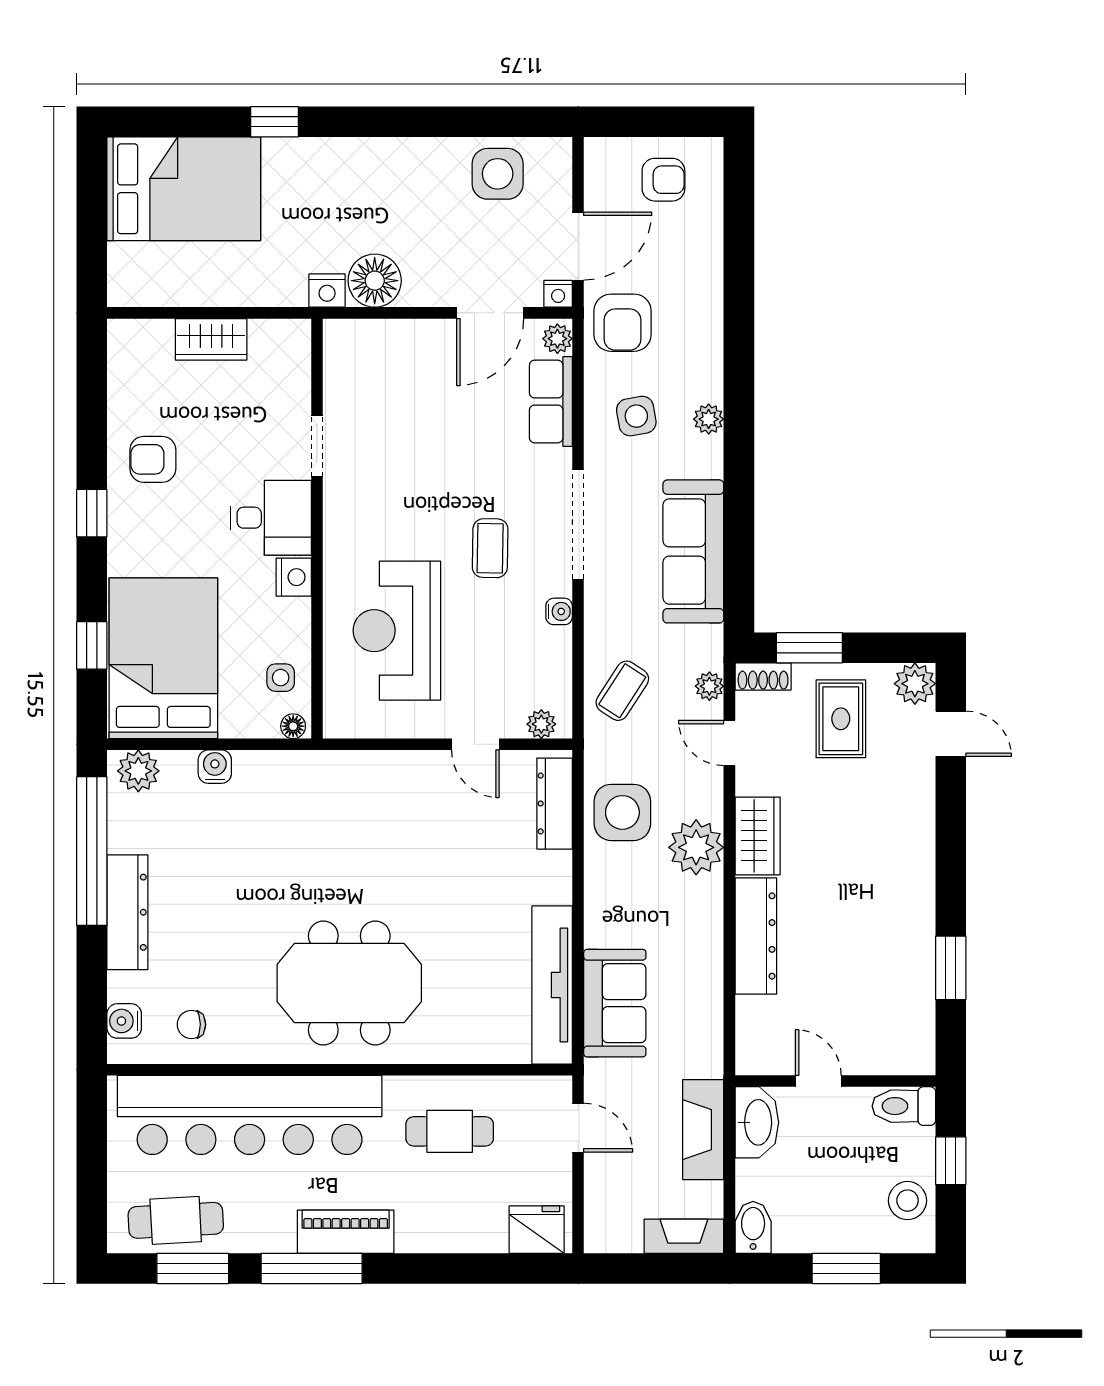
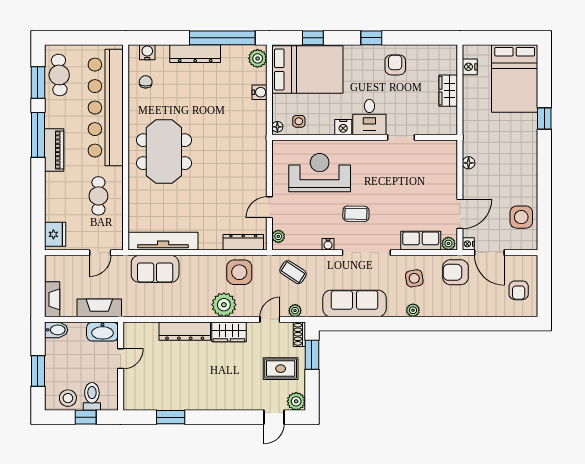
floor lamp: (375, 281) -> (469, 163), width x0.53, depth x0.53
nightstand: (327, 291) -> (470, 67), moved
door: (490, 313) -> (460, 214), swing flipped
toilet: (904, 1106) -> (92, 396), moved

